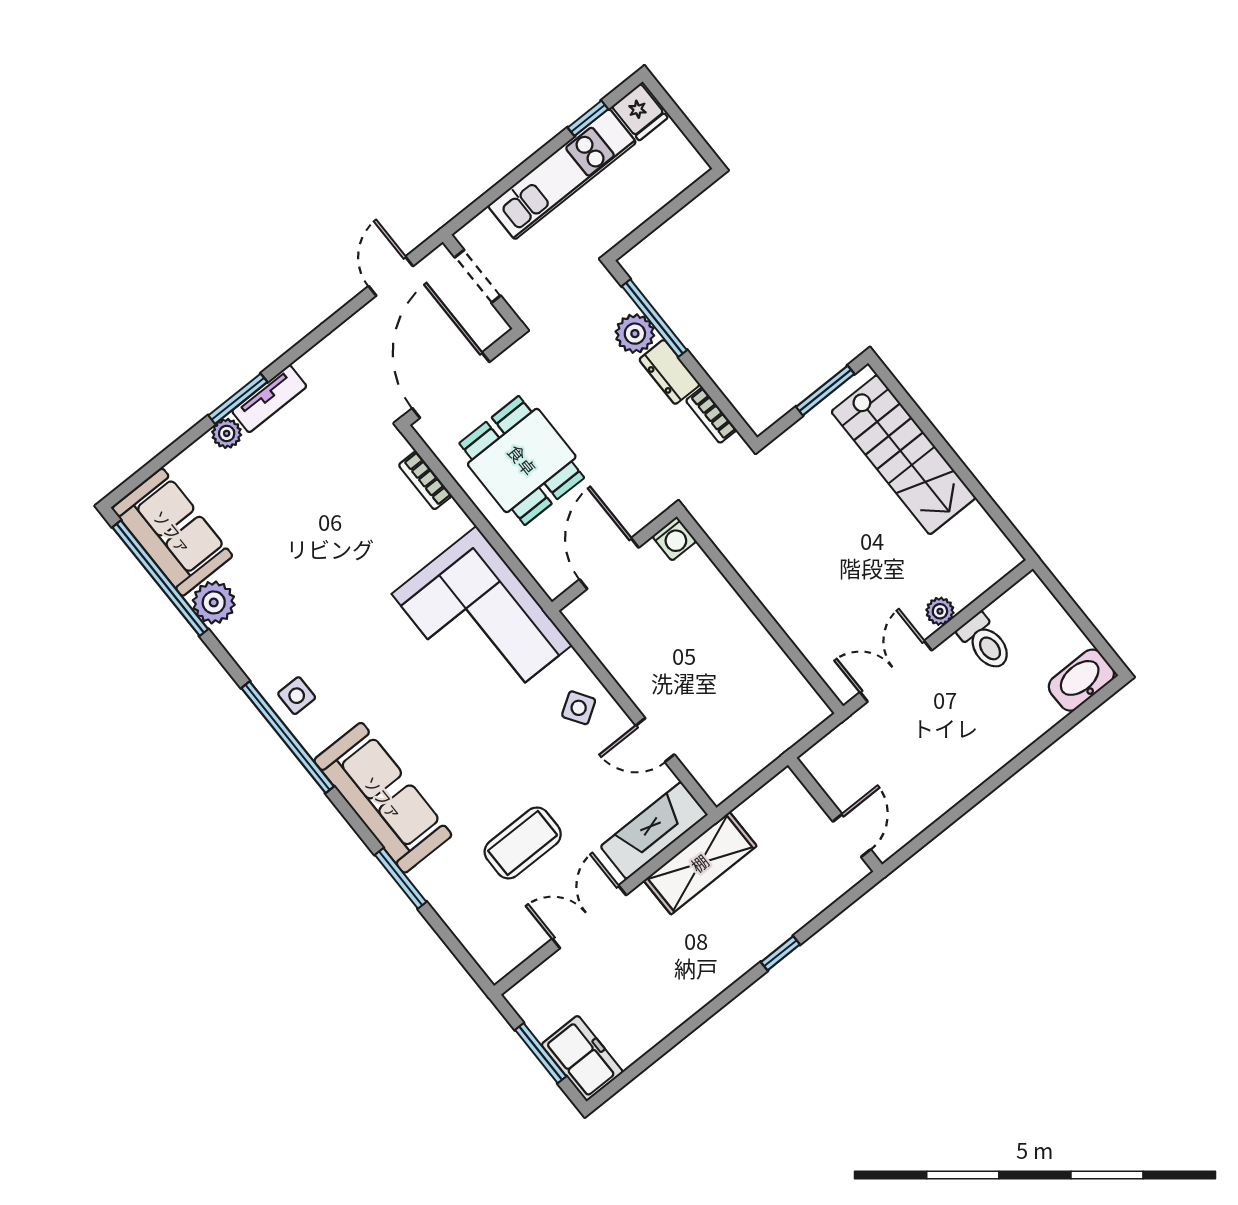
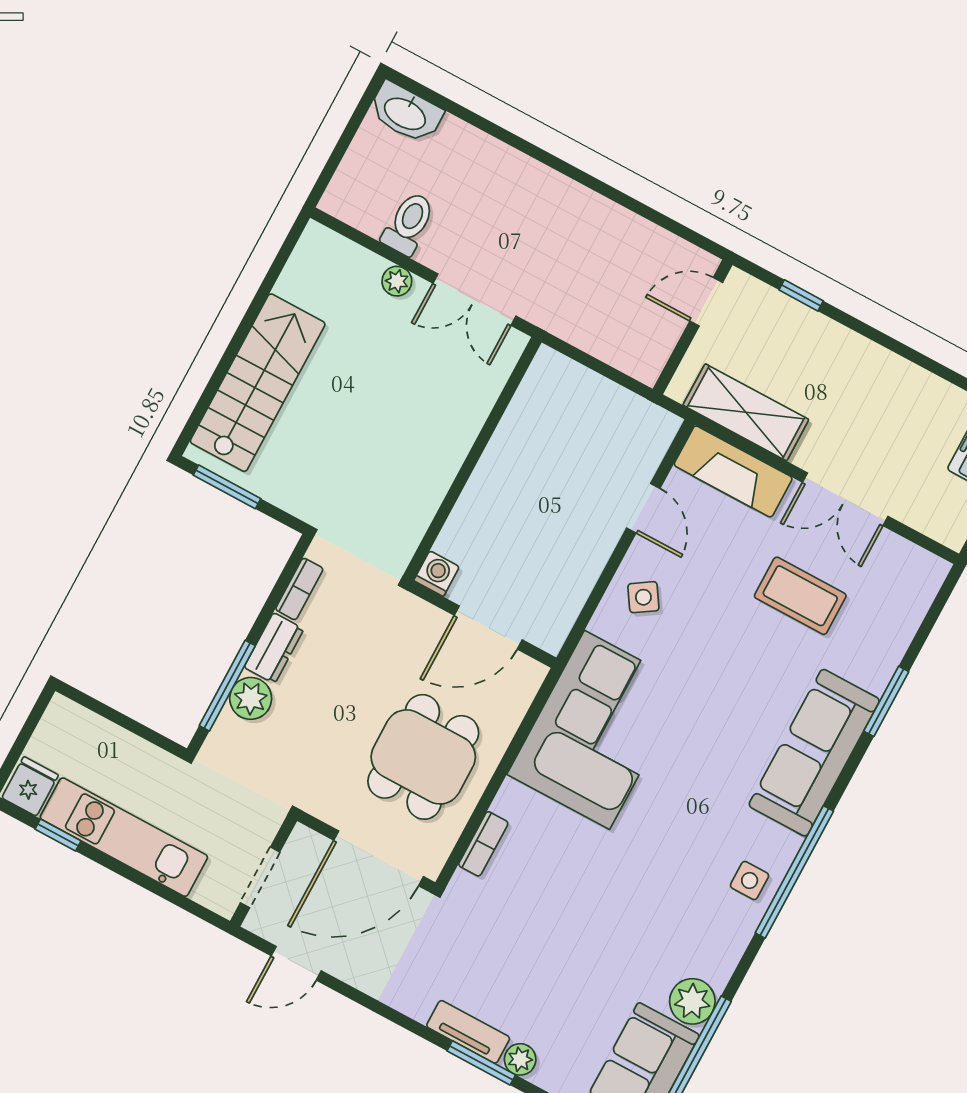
wall: (835, 815) -> (693, 327), moved
door: (852, 836) -> (706, 302), moved

